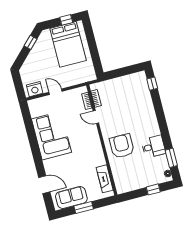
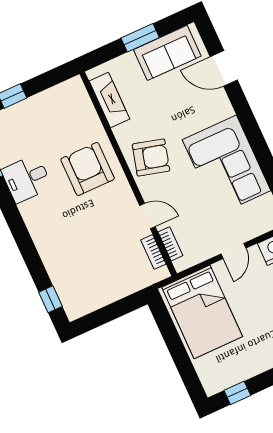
bed: (68, 44) -> (202, 312), moved, turned 180
door: (56, 92) -> (233, 251), hinge flipped
armchair: (89, 146) -> (151, 158), added
armchair: (122, 146) -> (88, 169), turned 180

